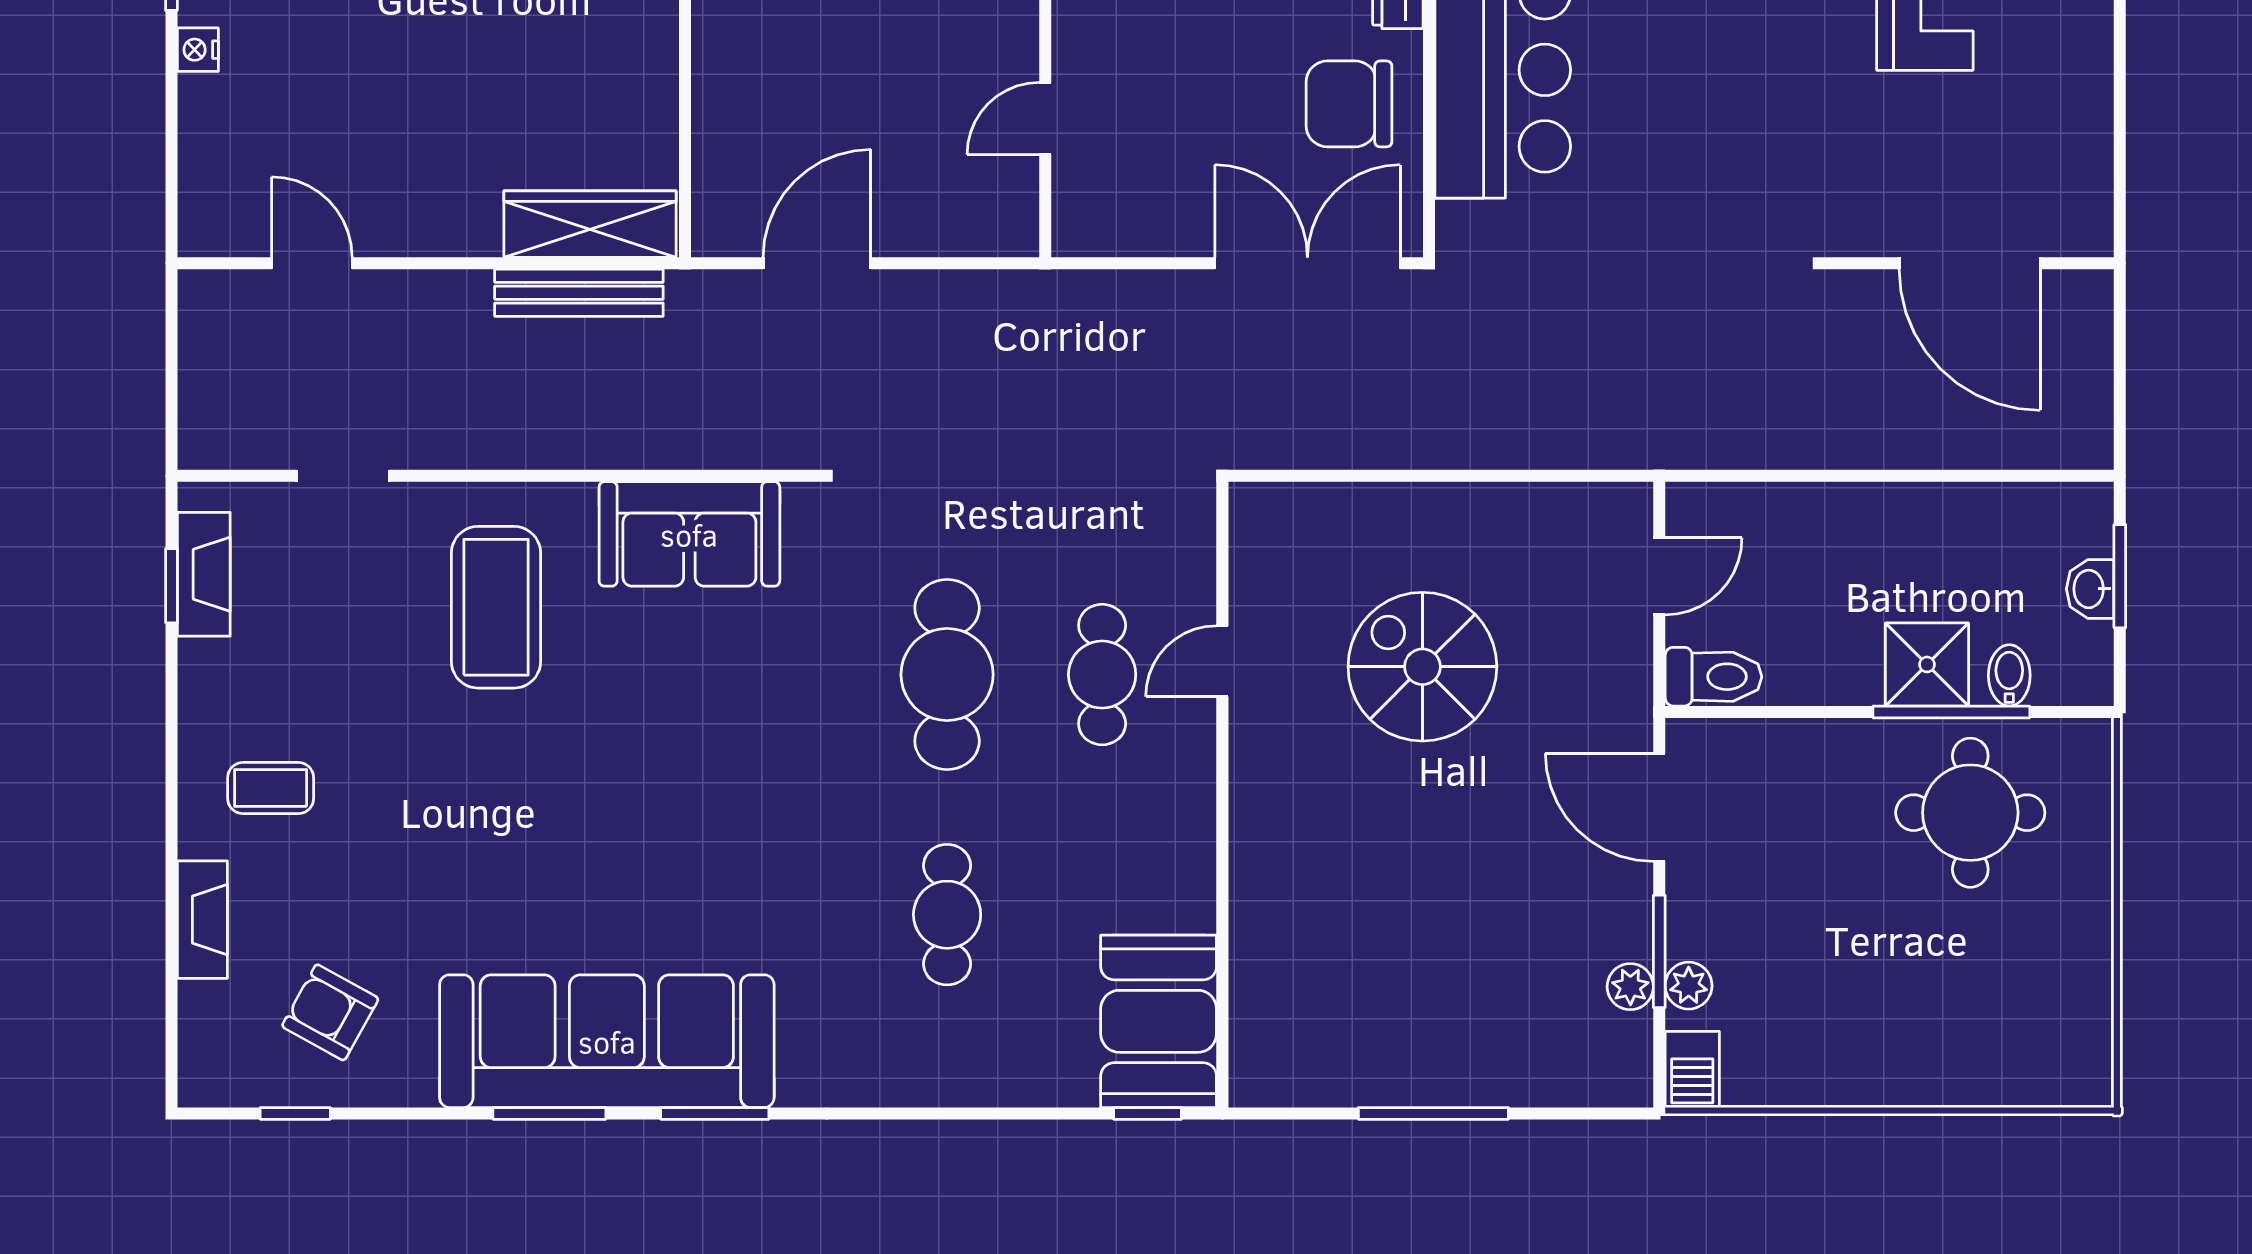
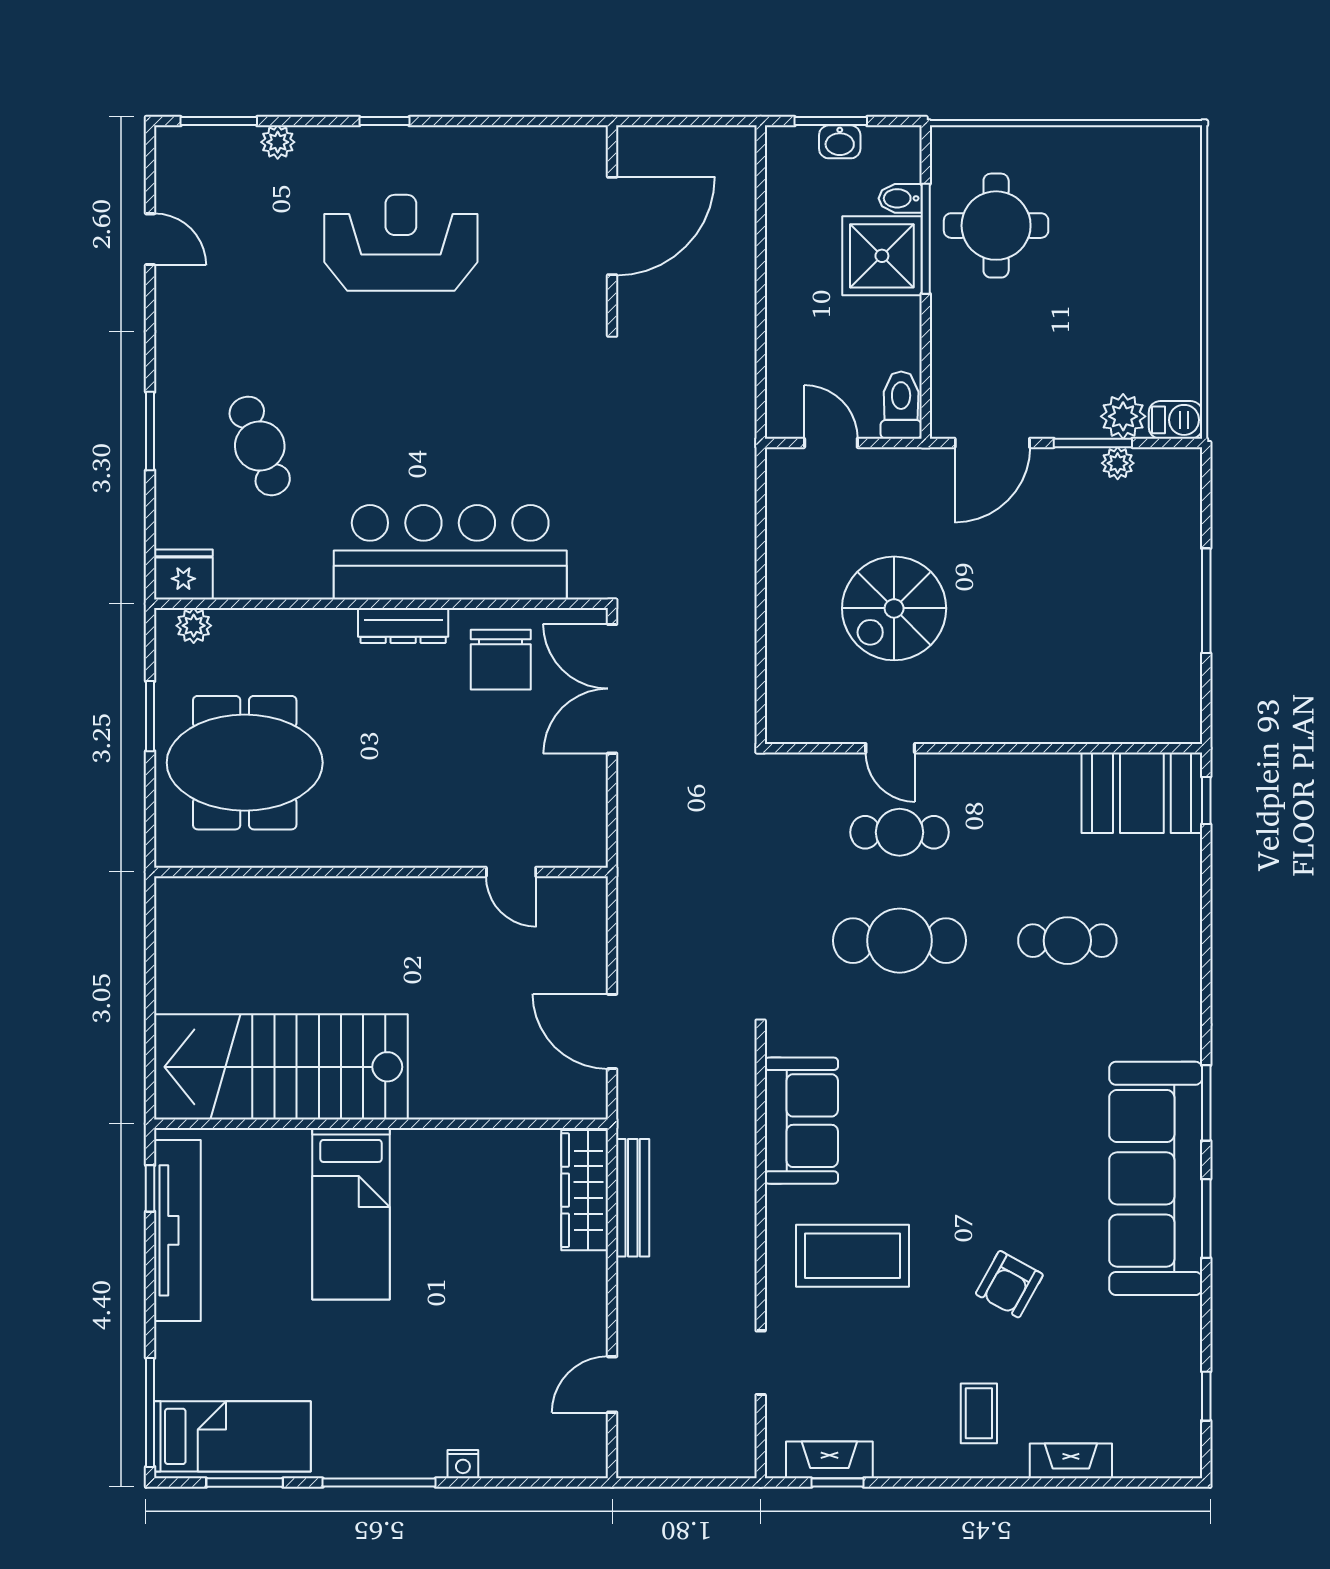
shower: (1927, 664) -> (882, 256), width x1.36, depth x1.36
plant: (1689, 986) -> (1123, 416), width x1.38, depth x1.38
armchair: (330, 1012) -> (1009, 1284), moved

